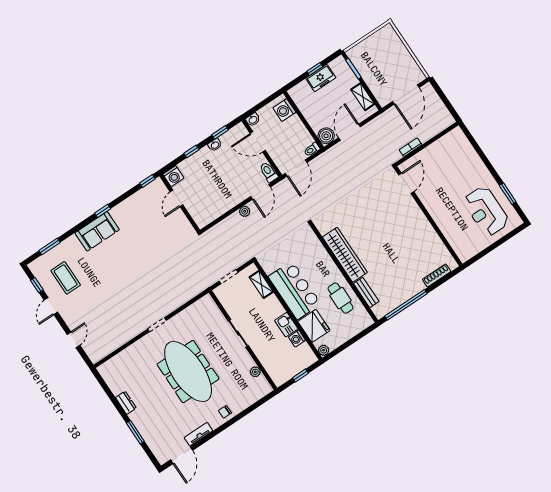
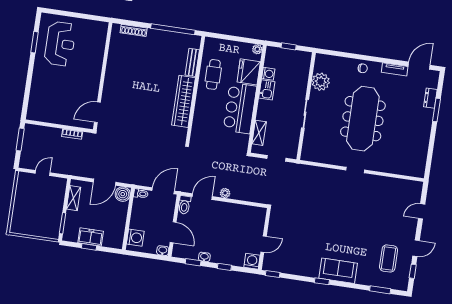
door: (406, 95) -> (43, 173), width x0.53
window: (448, 105) -> (20, 140), added
plant: (255, 372) -> (321, 82), width x1.87, depth x1.87
dresser: (126, 403) -> (430, 98), moved

